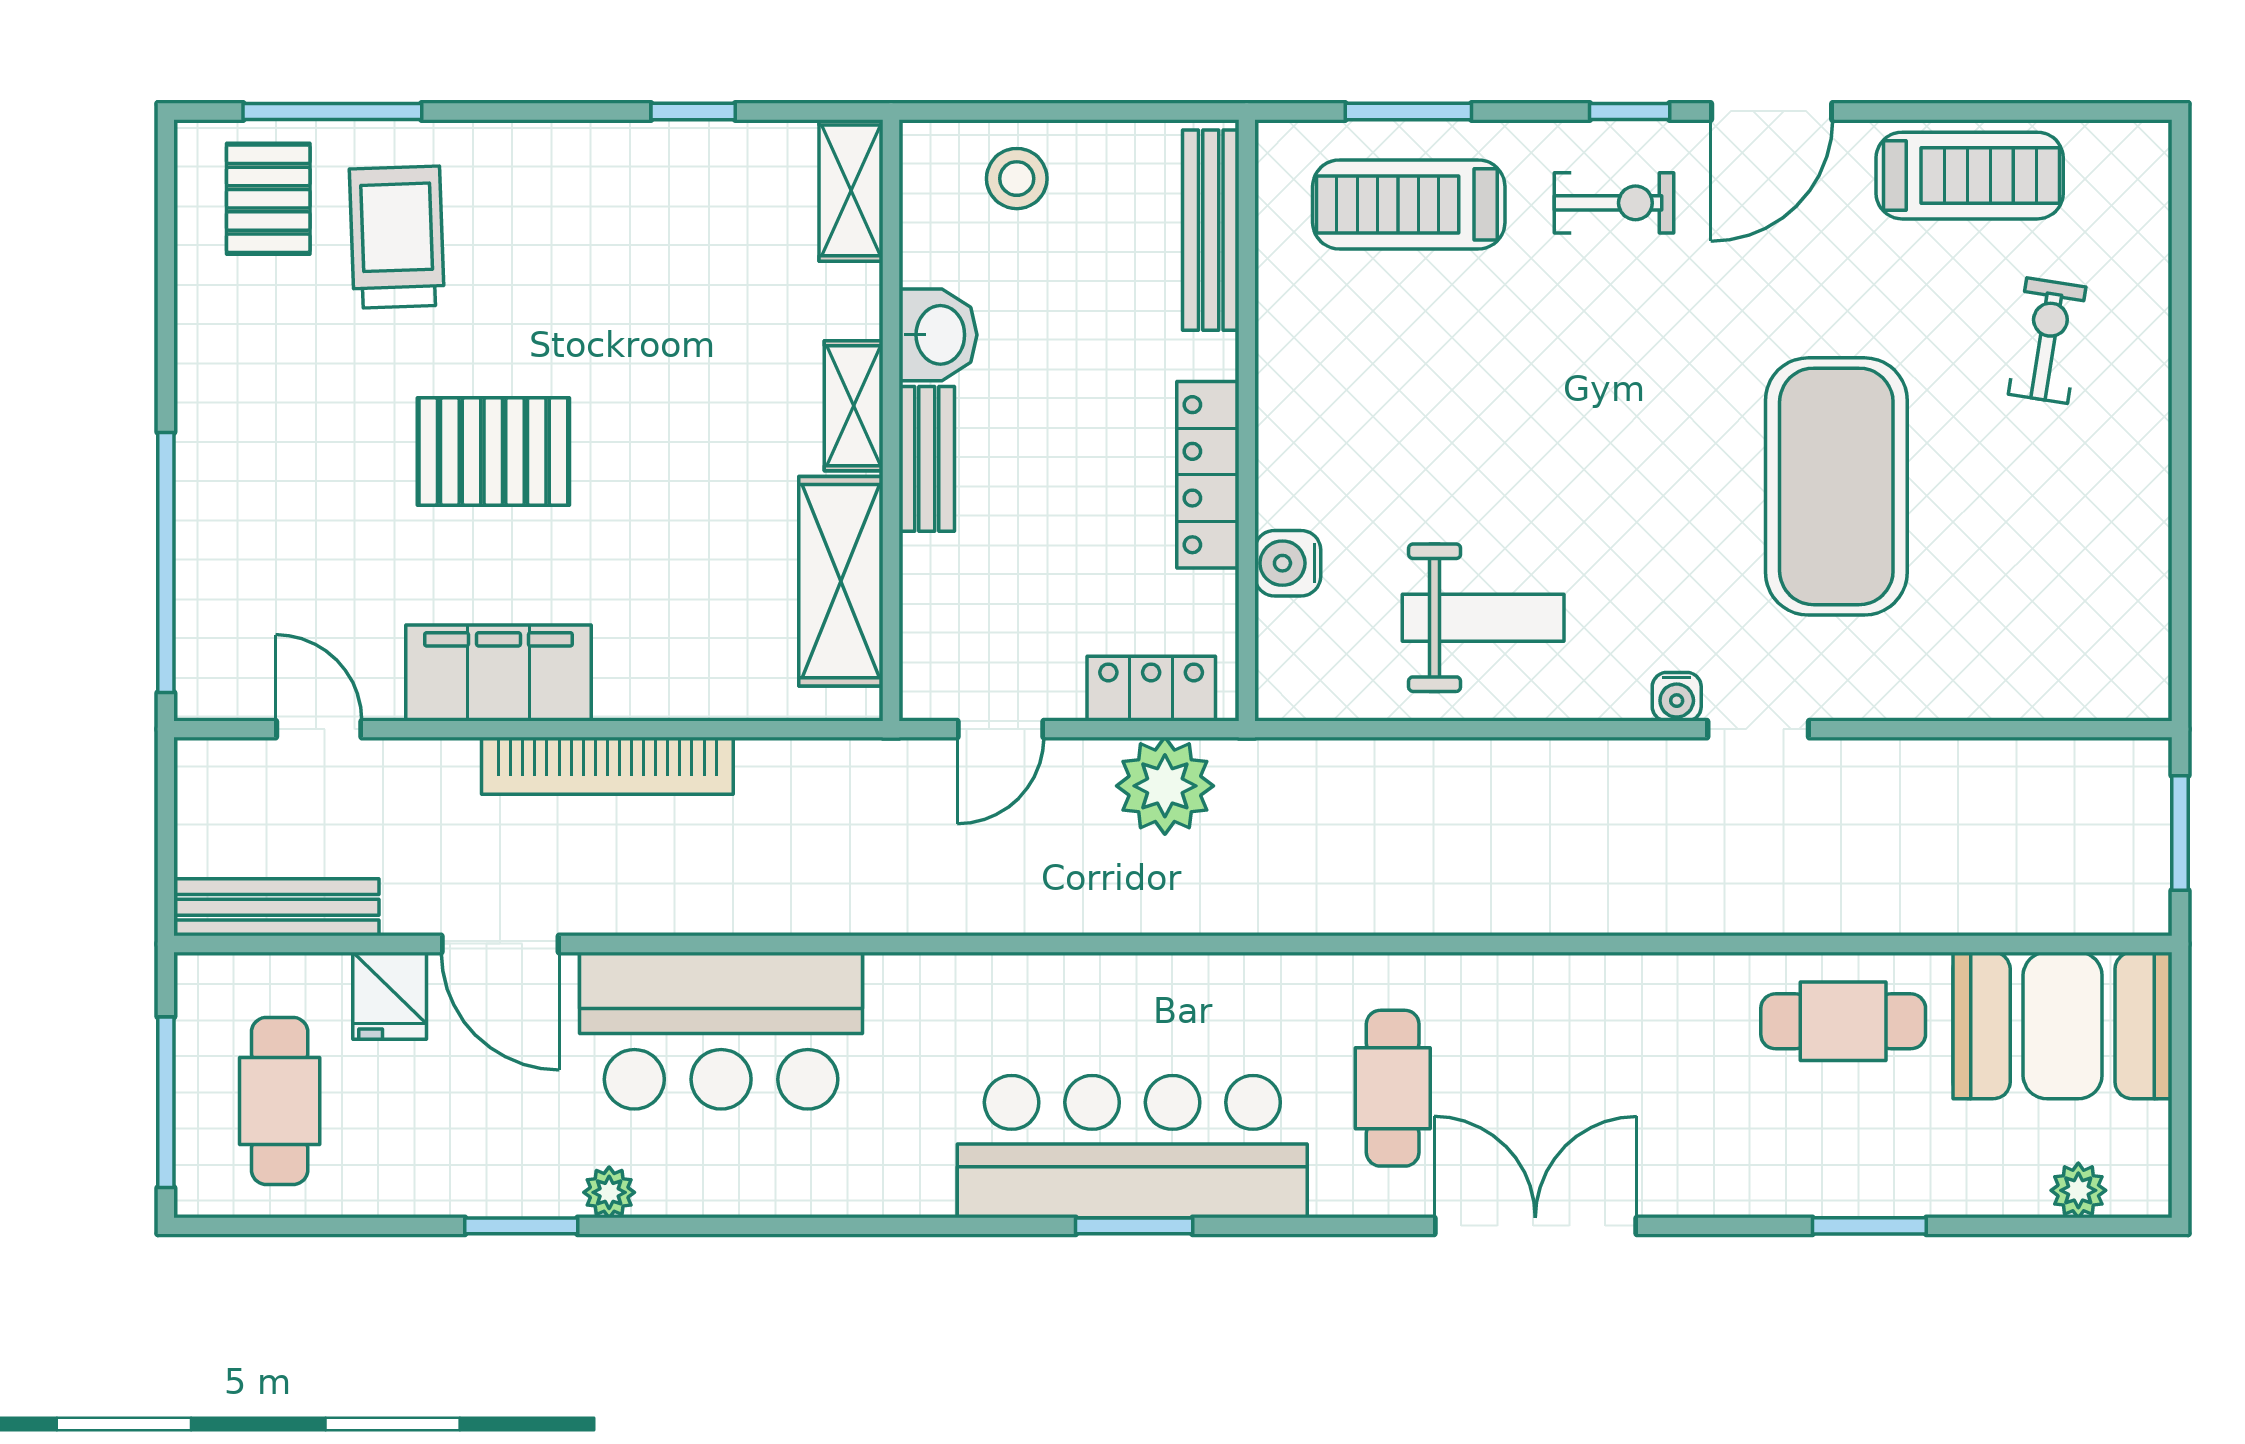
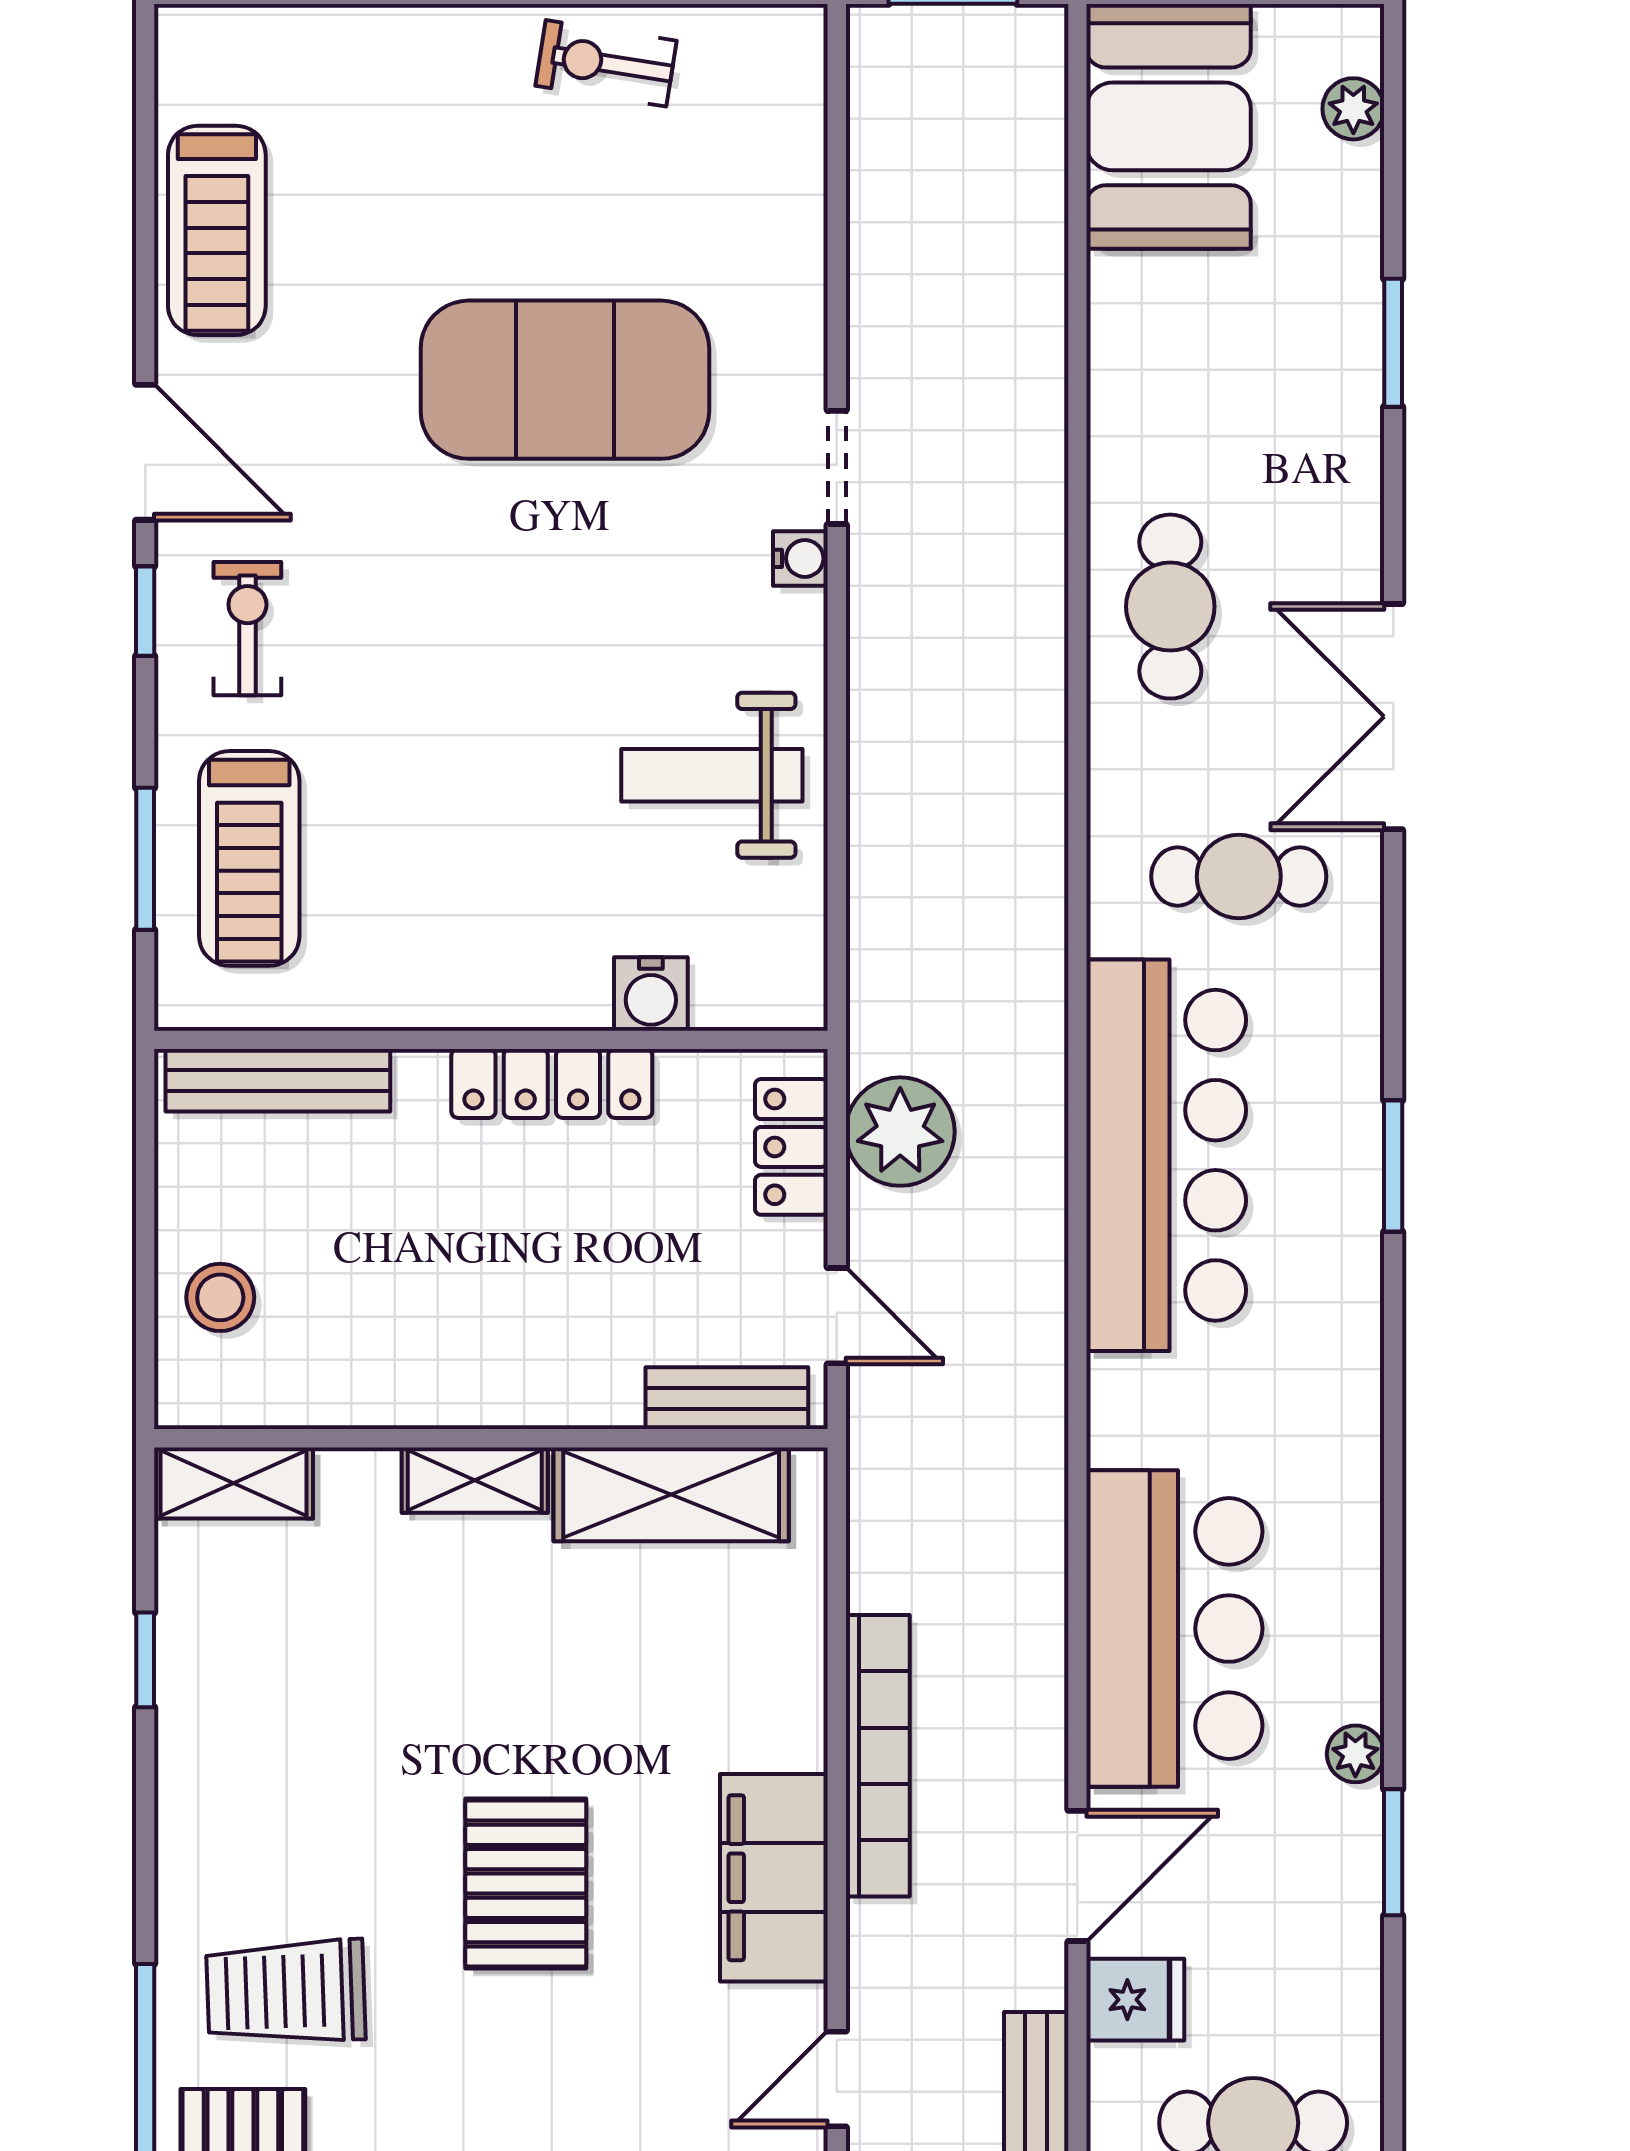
treadmill: (1970, 176) -> (217, 230), turned 180
washbasin: (938, 335) -> (395, 1386), removed
exercise bike: (2047, 341) -> (606, 63), moved
bench: (927, 459) -> (727, 1398), moved
weight bench: (1483, 618) -> (712, 775), turned -90
cafe table: (1843, 1021) -> (1170, 607), moved
bar counter: (1132, 1147) -> (1166, 1155), moved, turned 180

